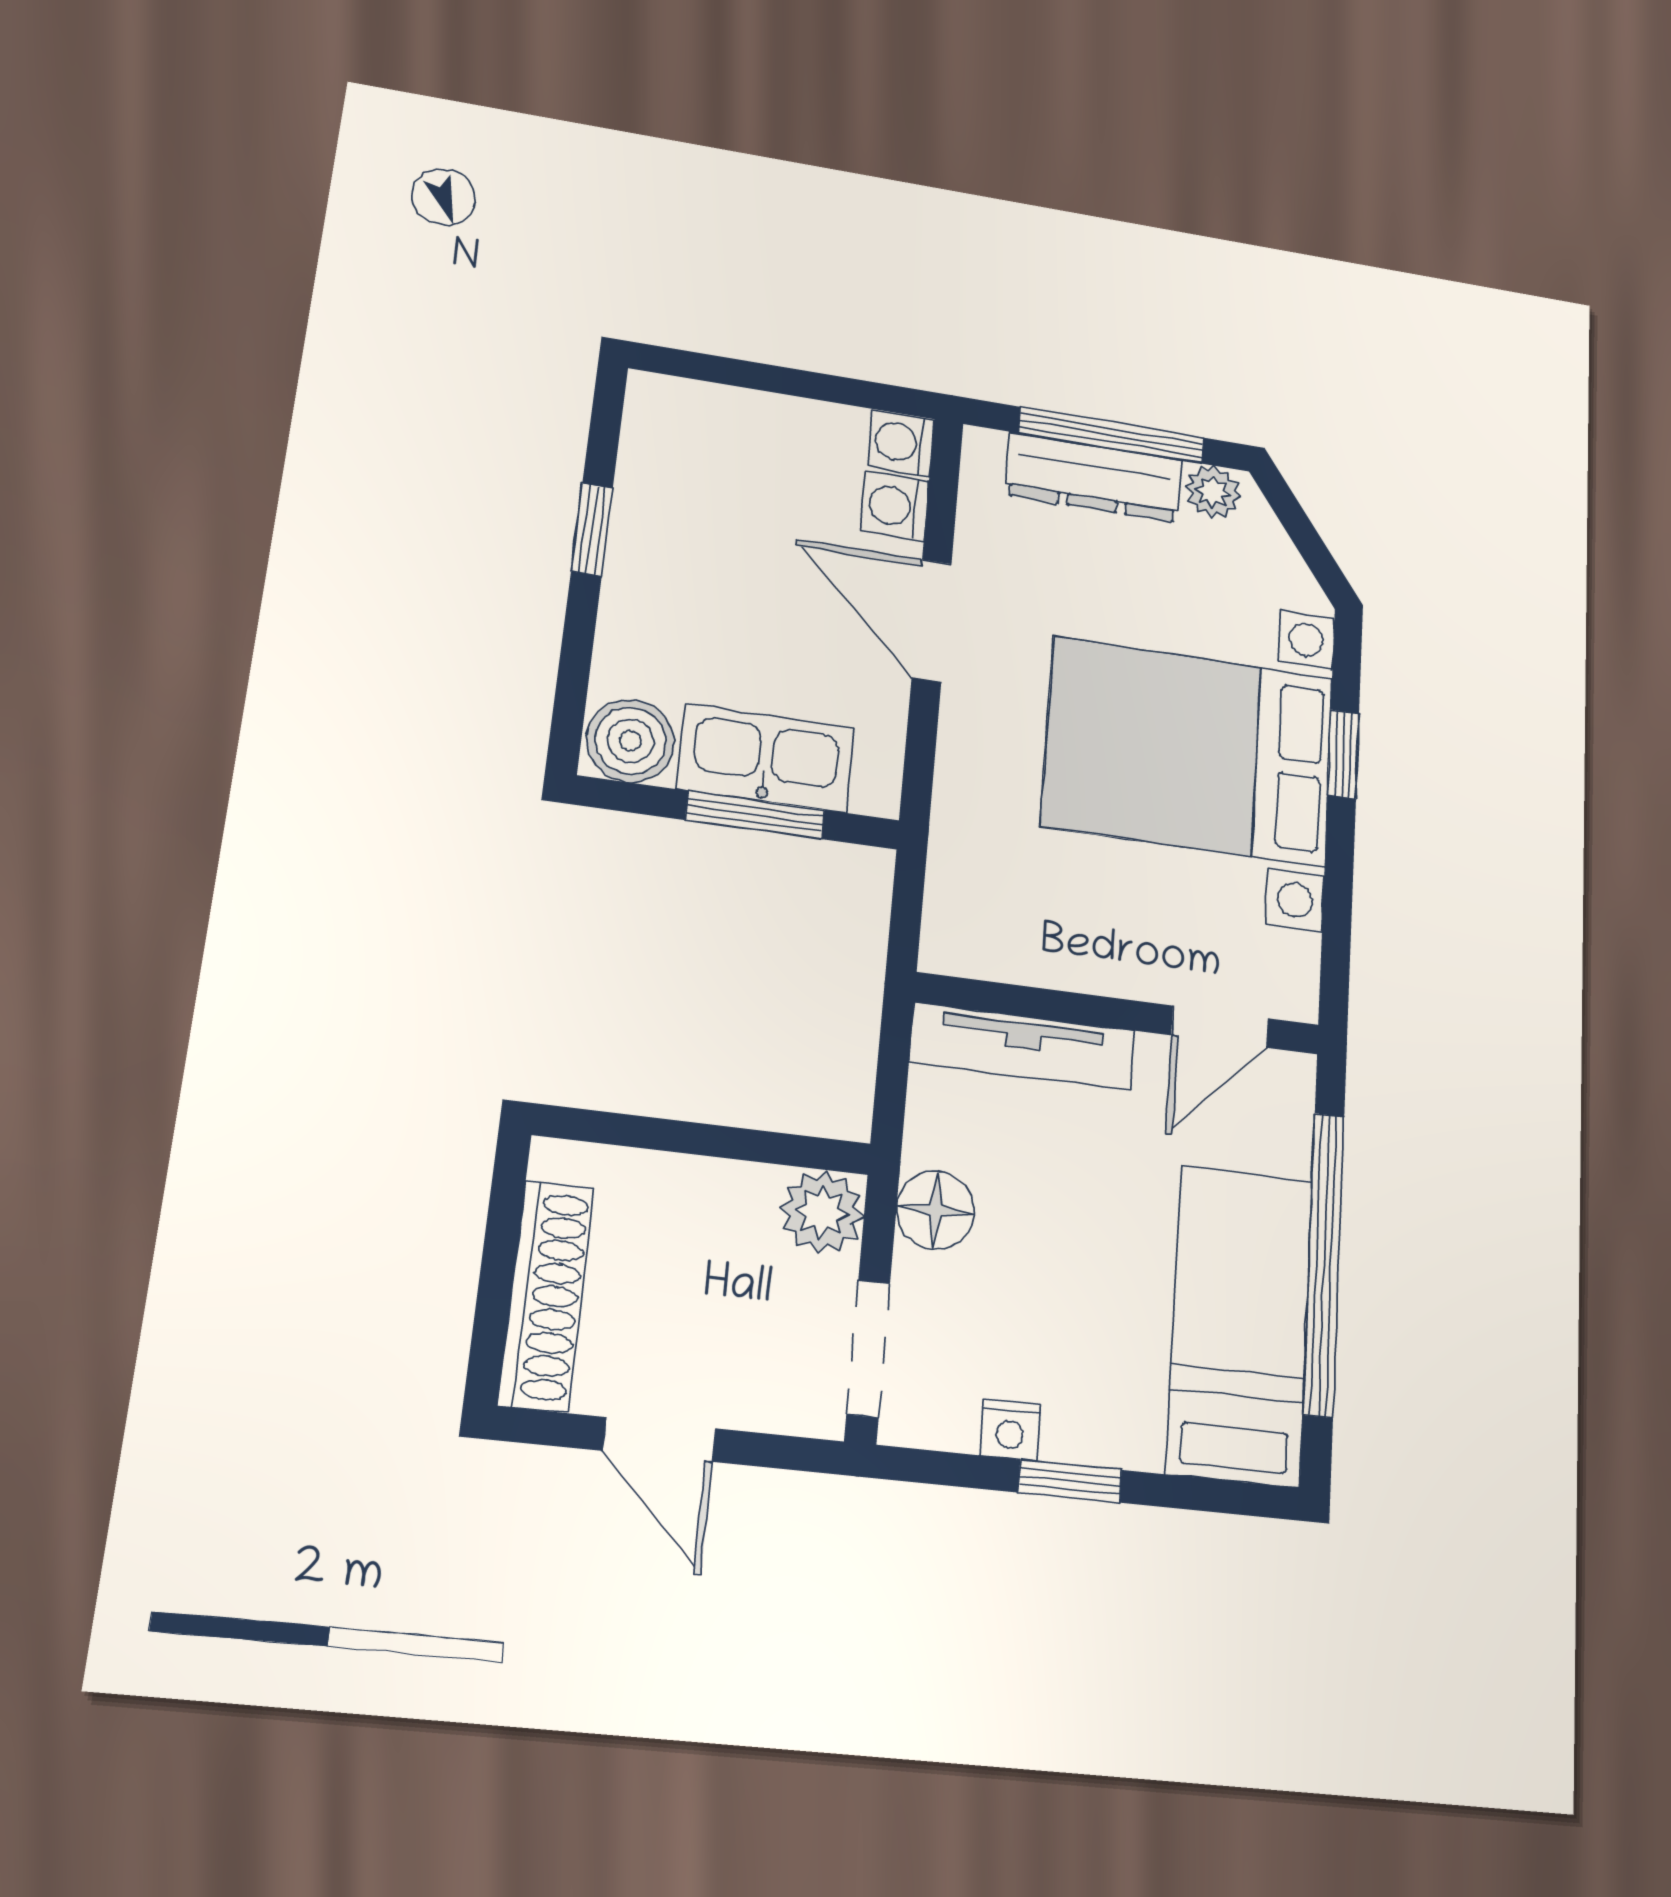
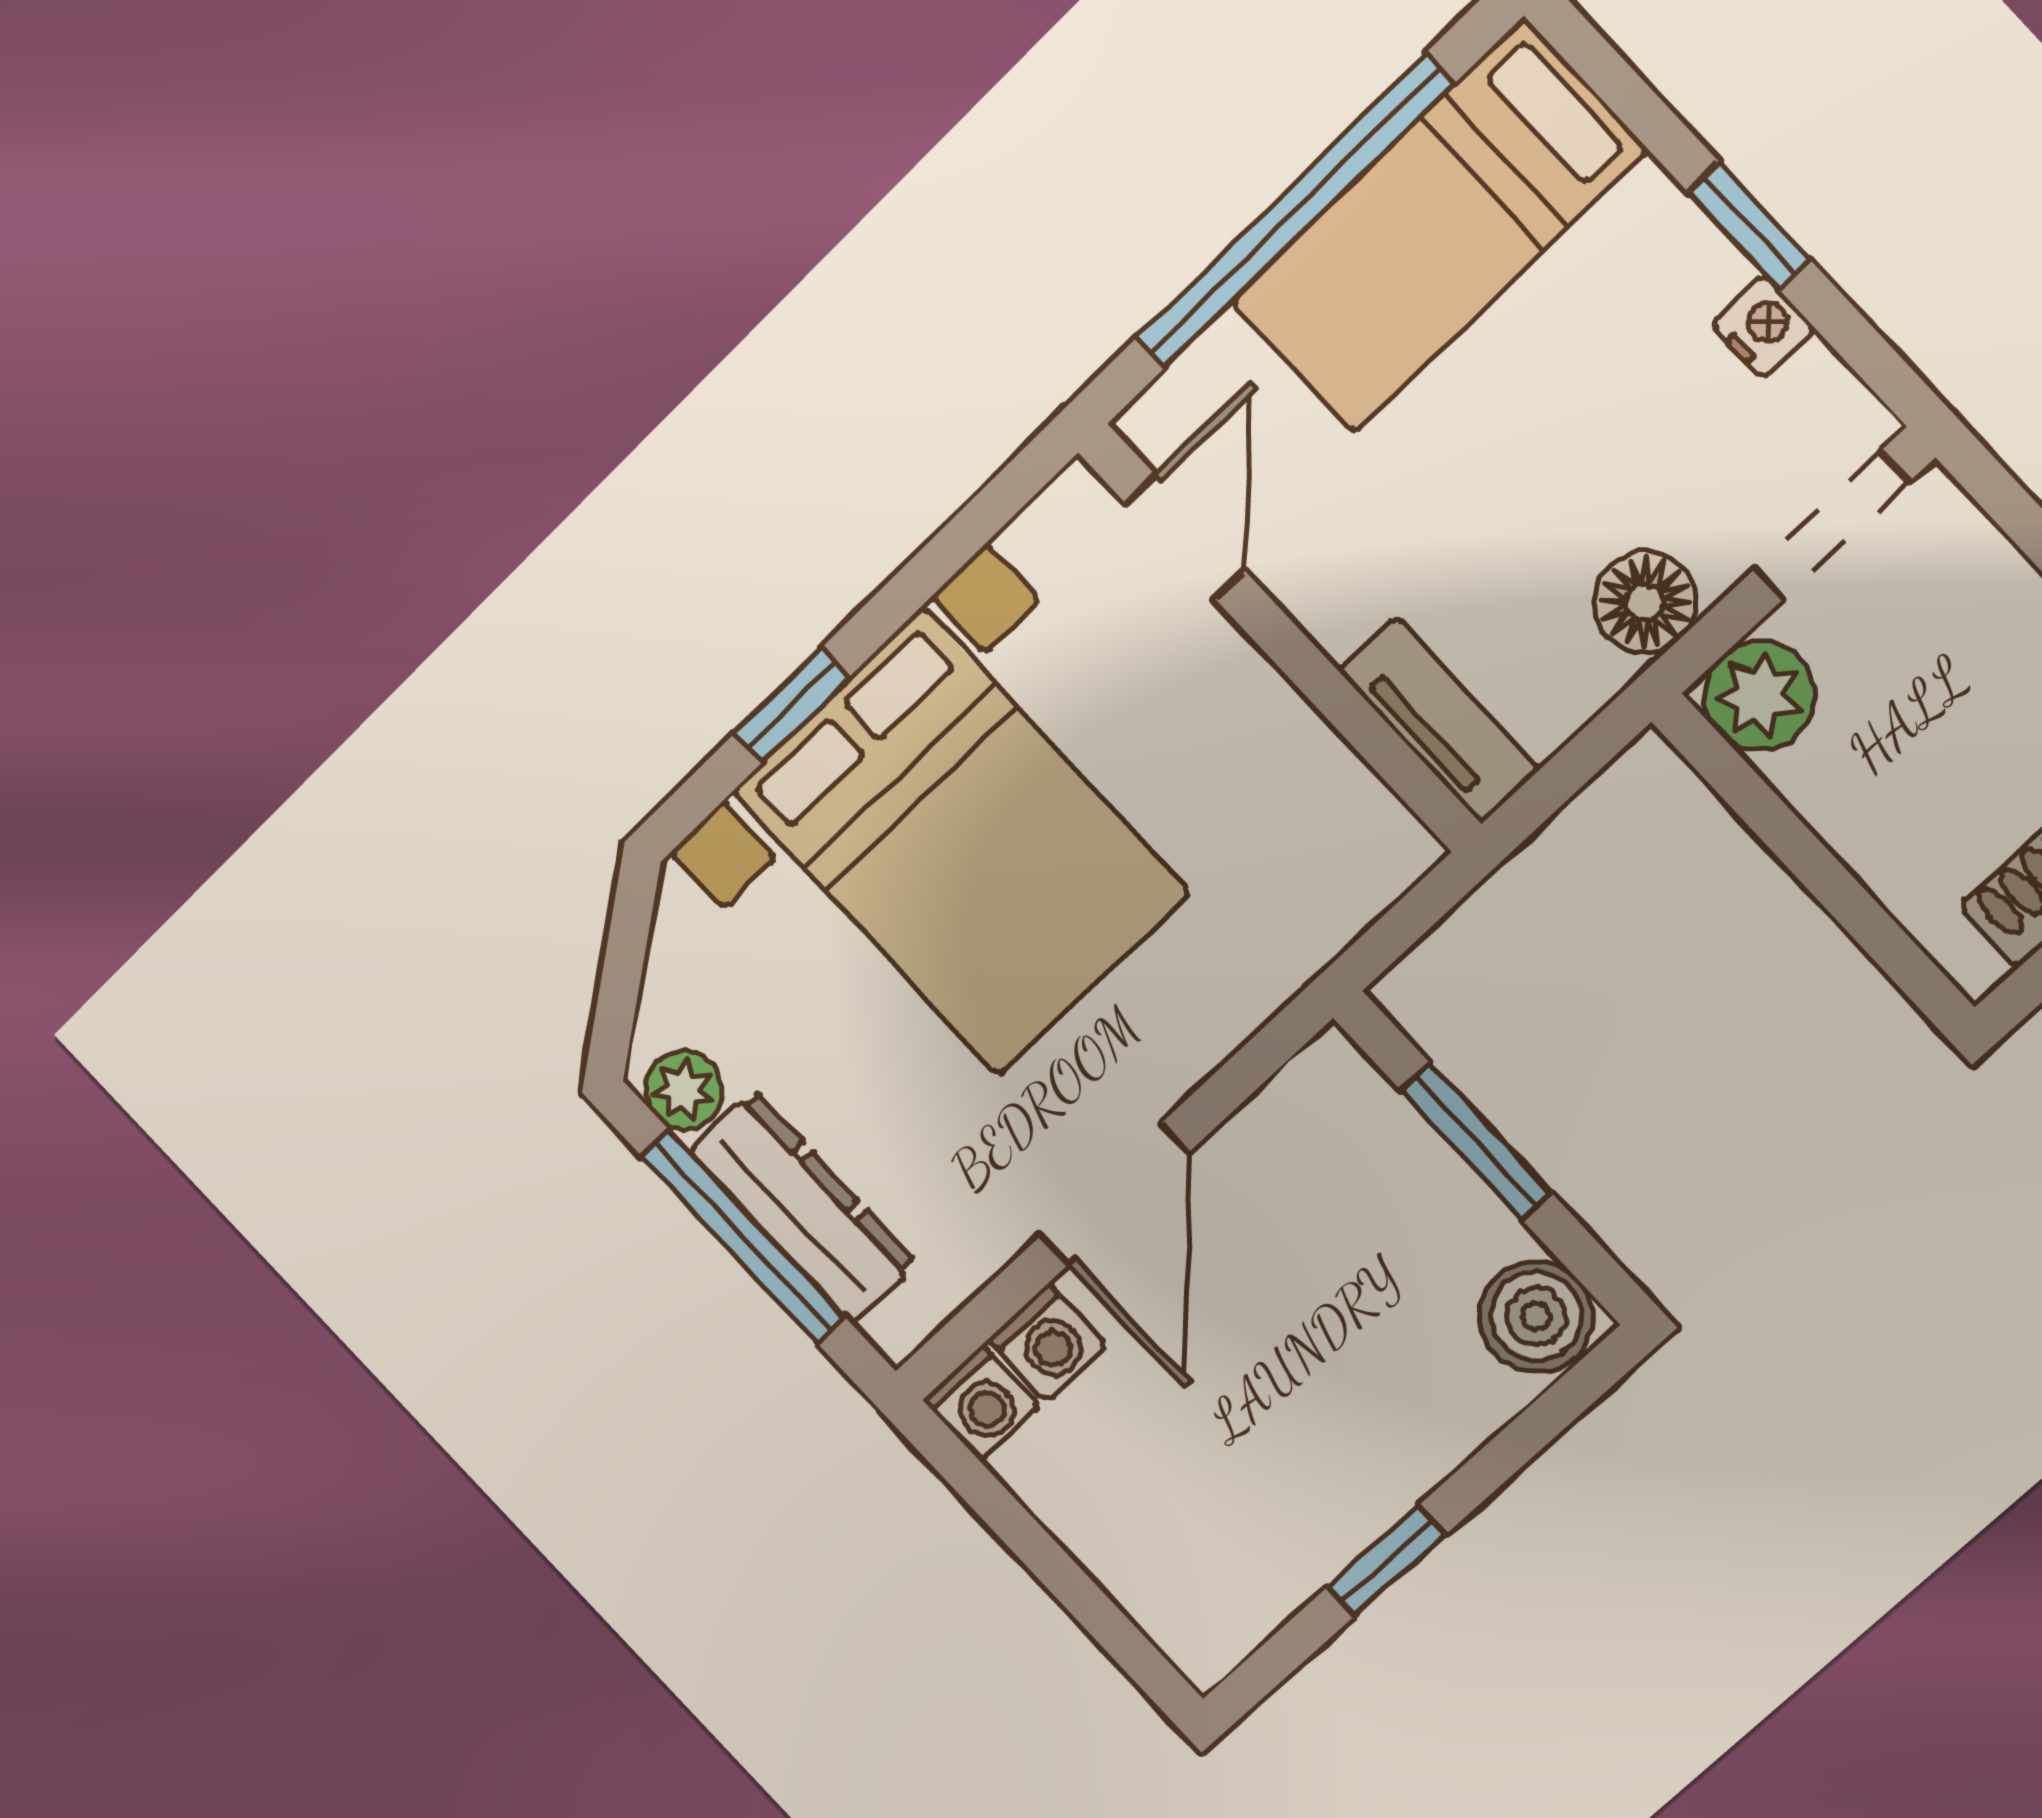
kitchen sink: (766, 758) -> (1414, 1190), removed
door: (1220, 1027) -> (1185, 537), hinge flipped
tv unit: (1023, 1046) -> (1439, 720), width x0.71

